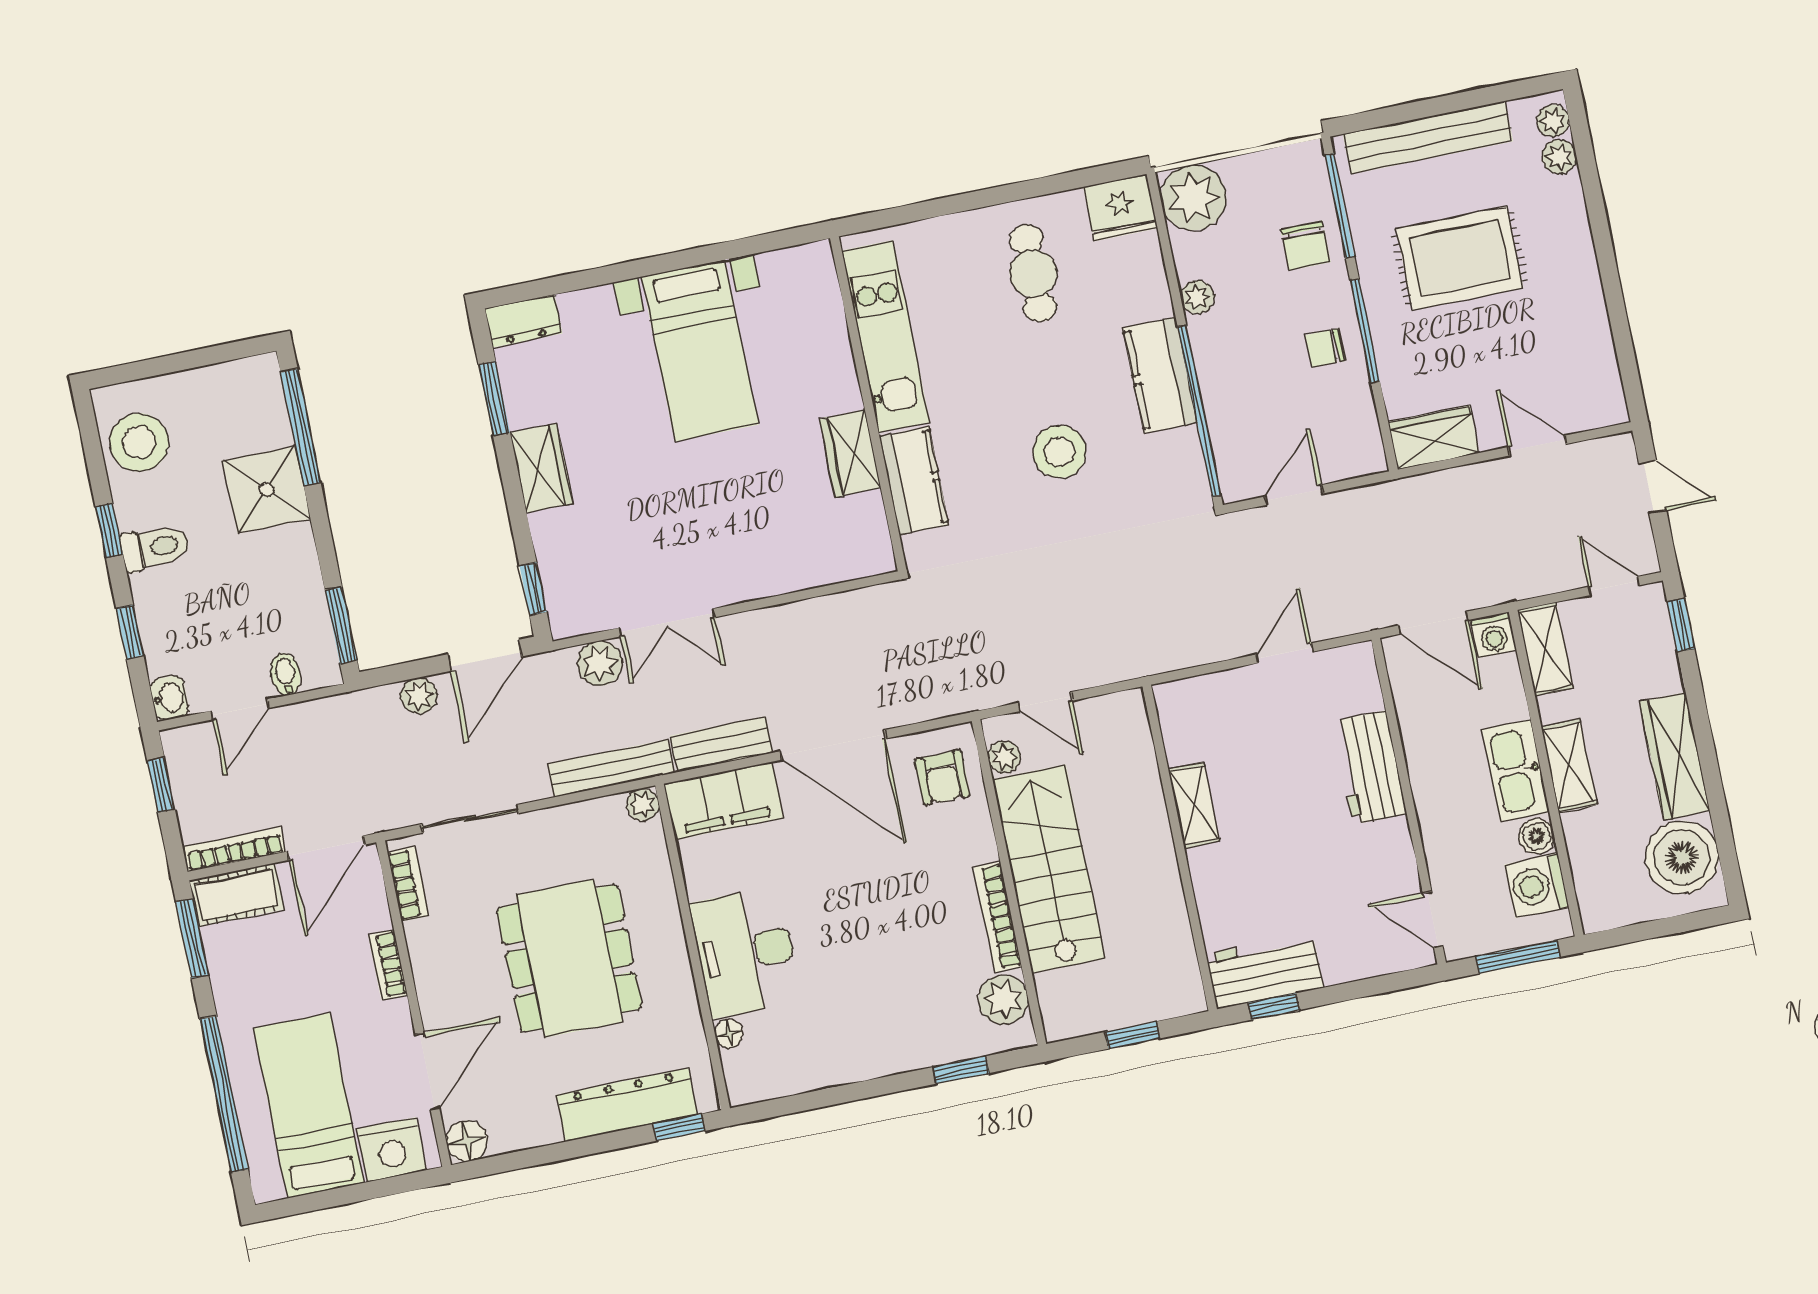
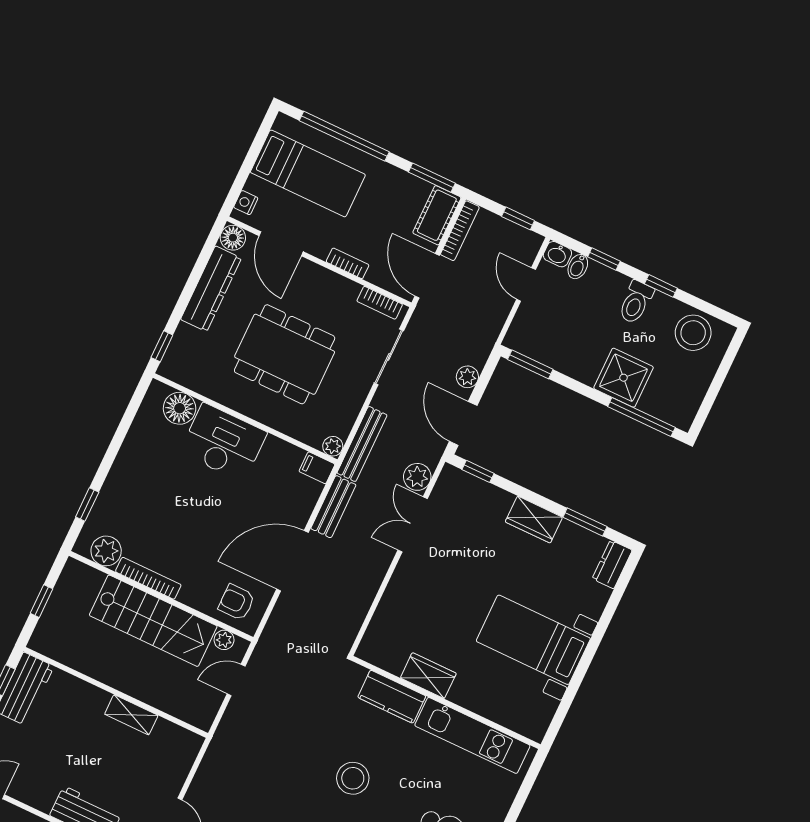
bidet: (286, 674) -> (578, 267), moved, turned 90
filing cabinet: (723, 801) -> (317, 468), width x0.33, depth x0.86
floor lamp: (729, 1034) -> (180, 408), width x1.89, depth x1.89
dresser: (627, 1105) -> (211, 289), moved
nightstand: (392, 1150) -> (246, 203), width x0.53, depth x0.56

